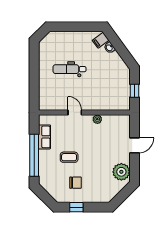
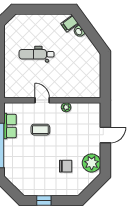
window: (134, 91) -> (105, 77), removed
coffee table: (69, 157) -> (40, 130), moved
chair: (75, 183) -> (66, 166), moved

